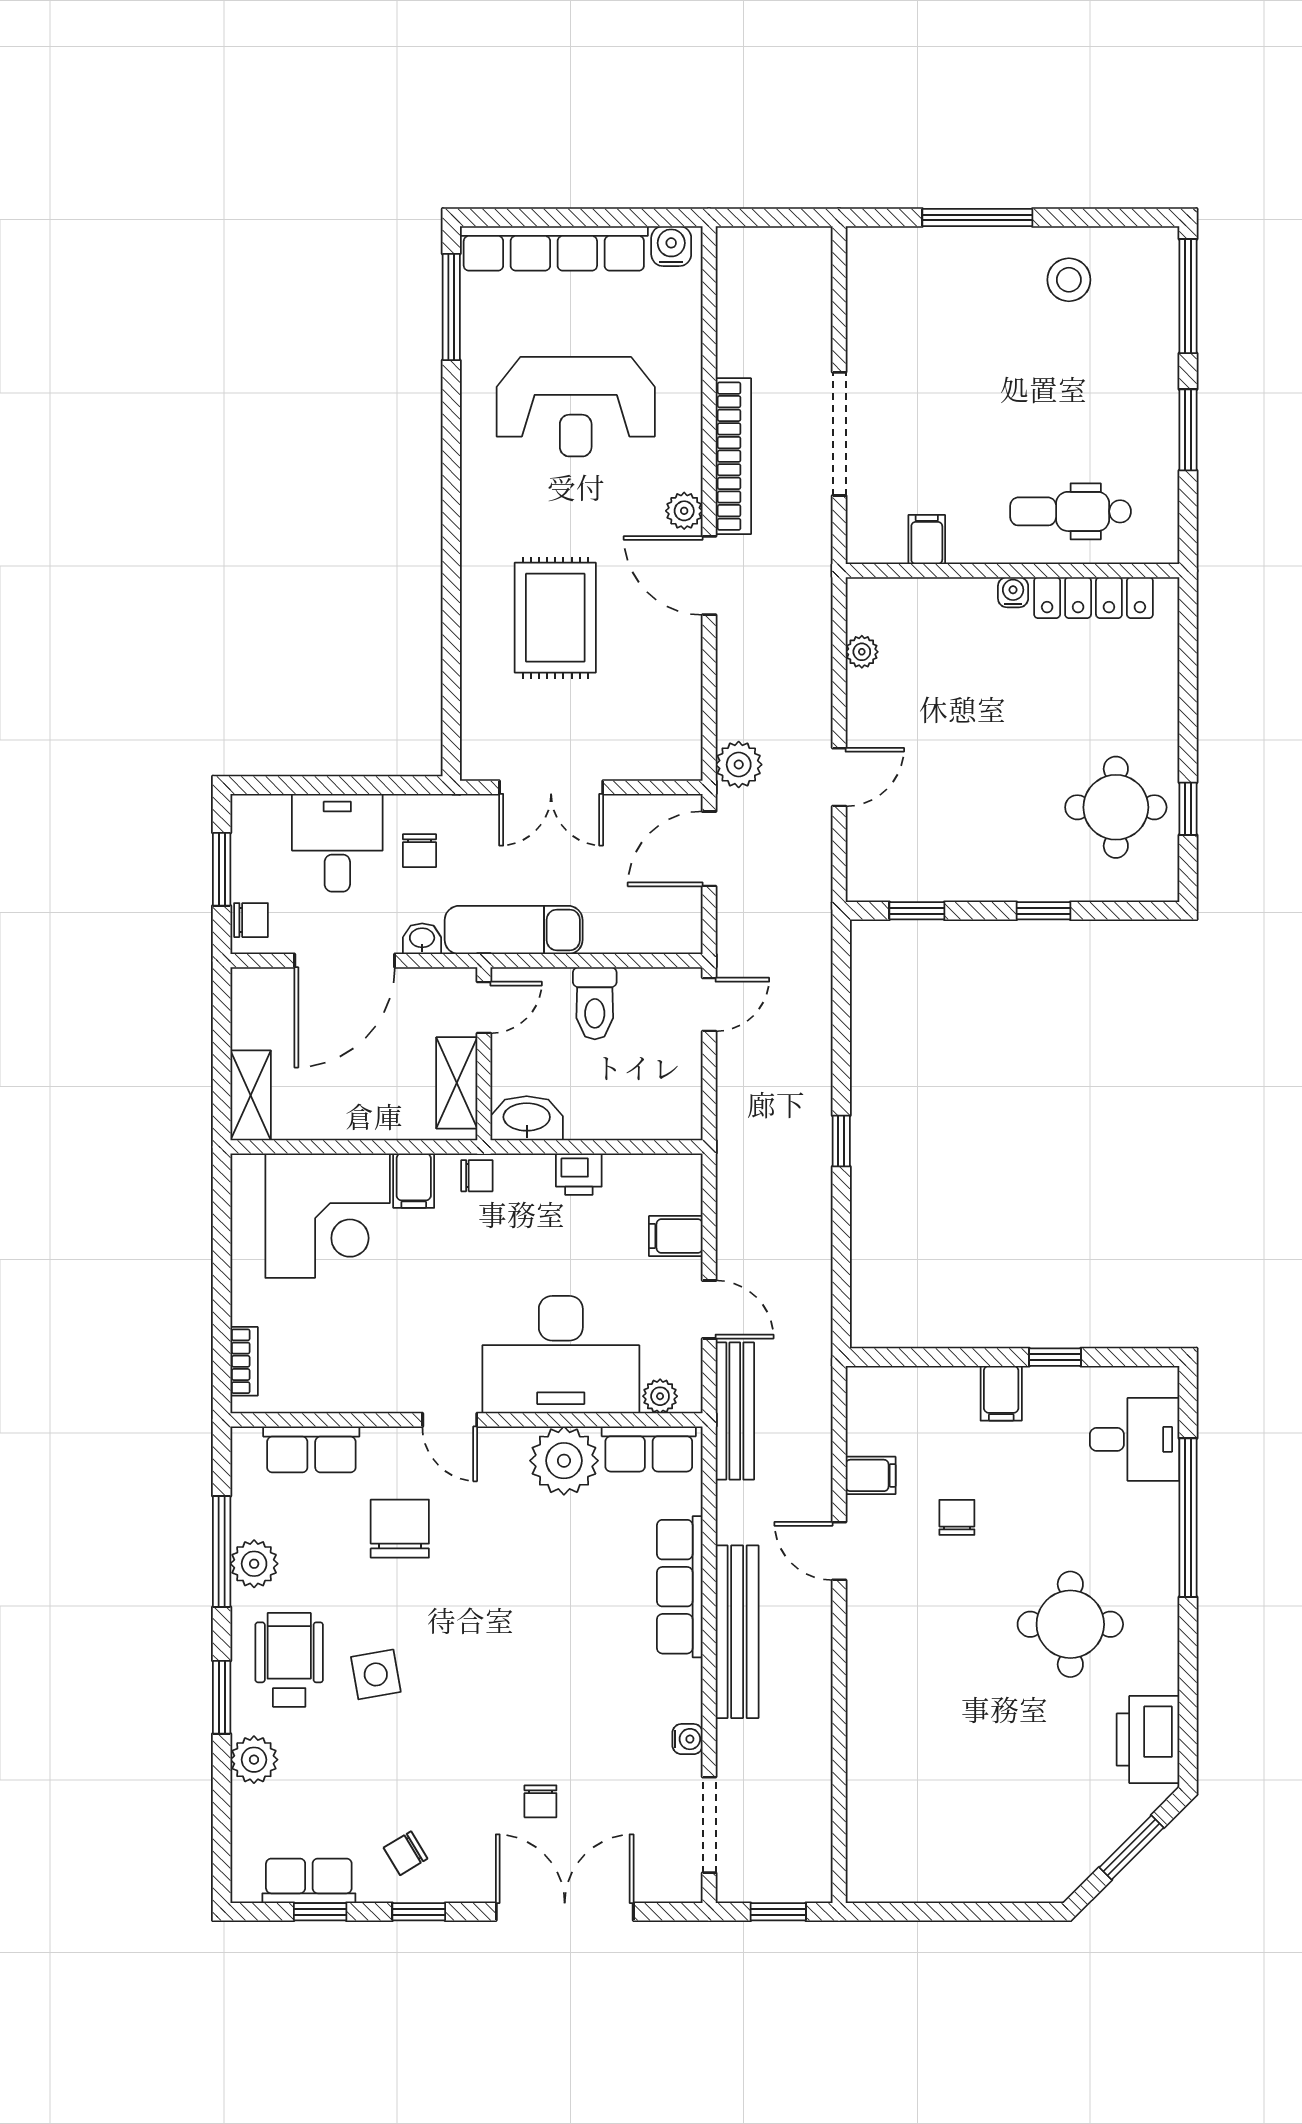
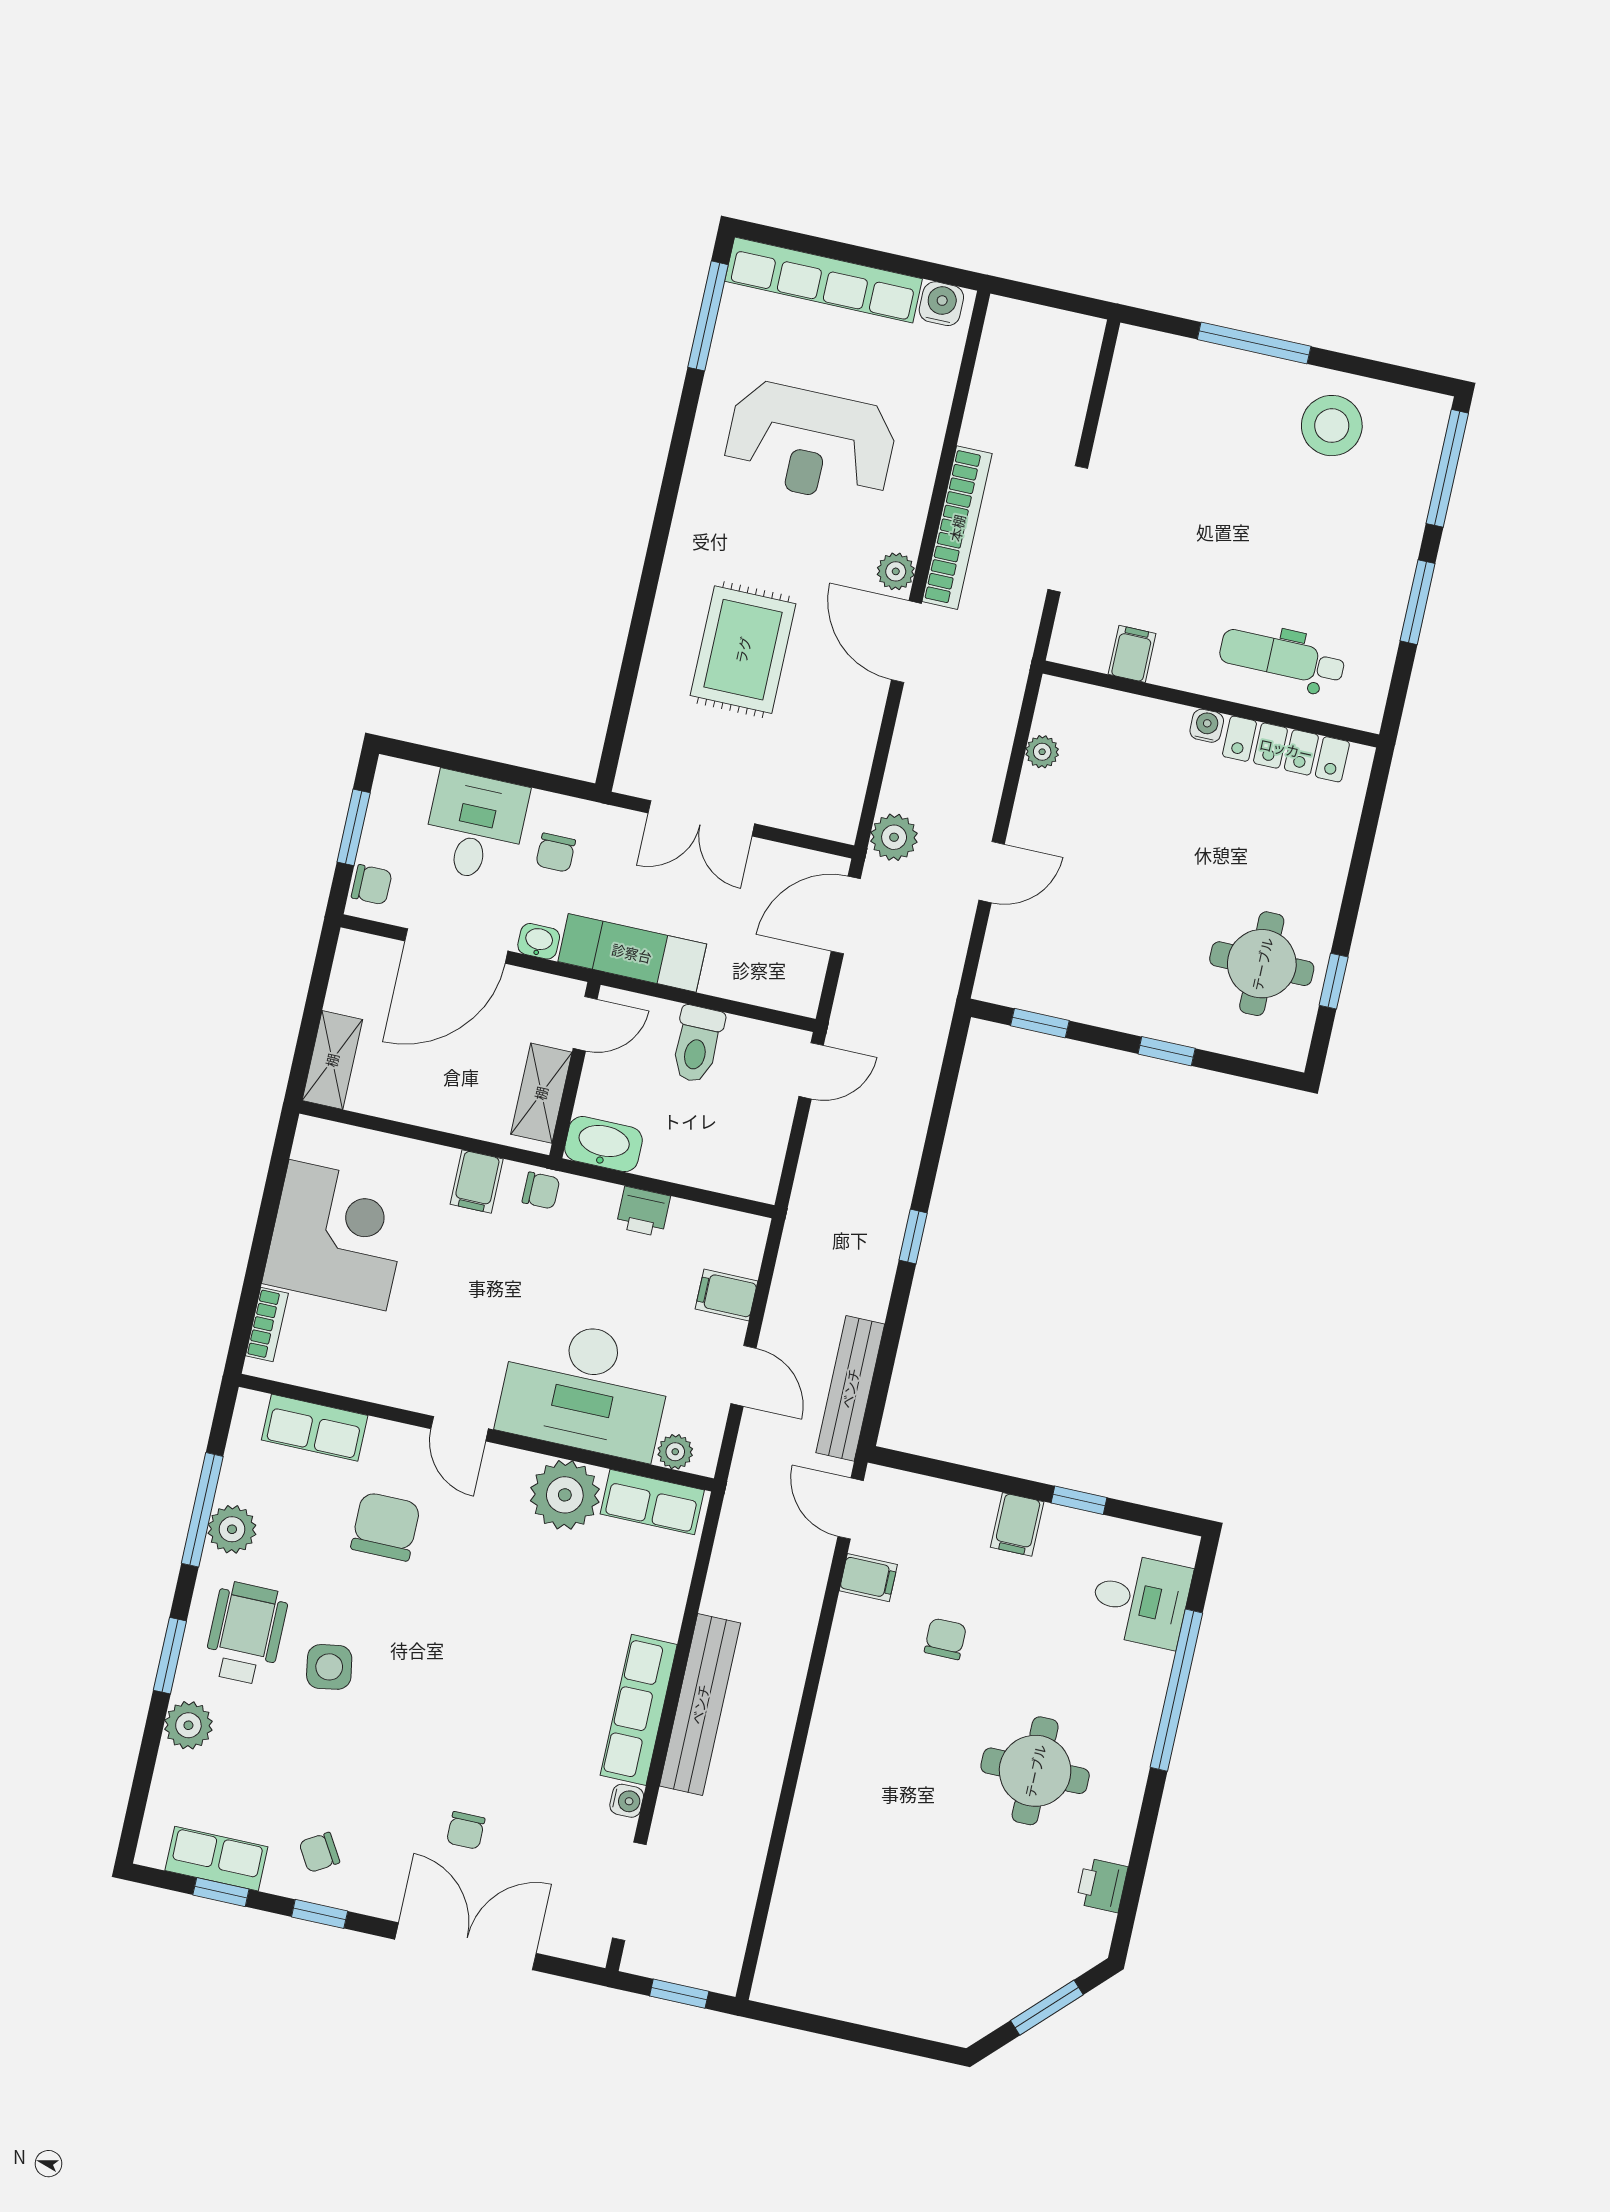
stool: (1069, 280) -> (1332, 426), width x1.38, depth x1.38
corner desk: (328, 1216) -> (338, 1235), moved, turned -90
bench: (735, 1411) -> (850, 1388), moved
door: (839, 1551) -> (851, 1509), moved
row of seats: (680, 1587) -> (639, 1710), moved
printer: (1148, 1740) -> (1102, 1885), width x0.53, depth x0.68

